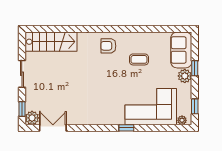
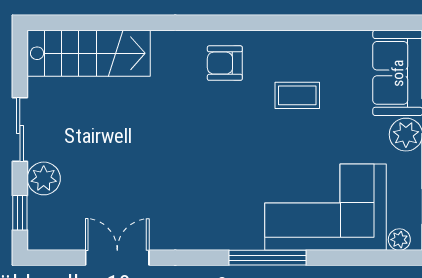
plant: (32, 118) -> (44, 178), moved
double door: (53, 128) -> (117, 258), moved
window: (126, 128) -> (268, 258), width x2.17

